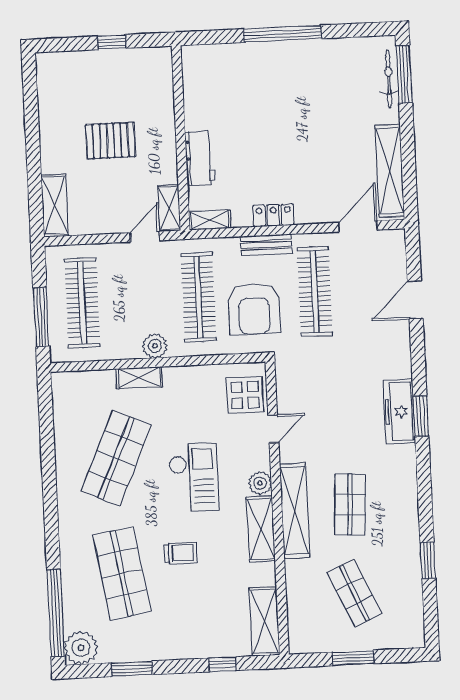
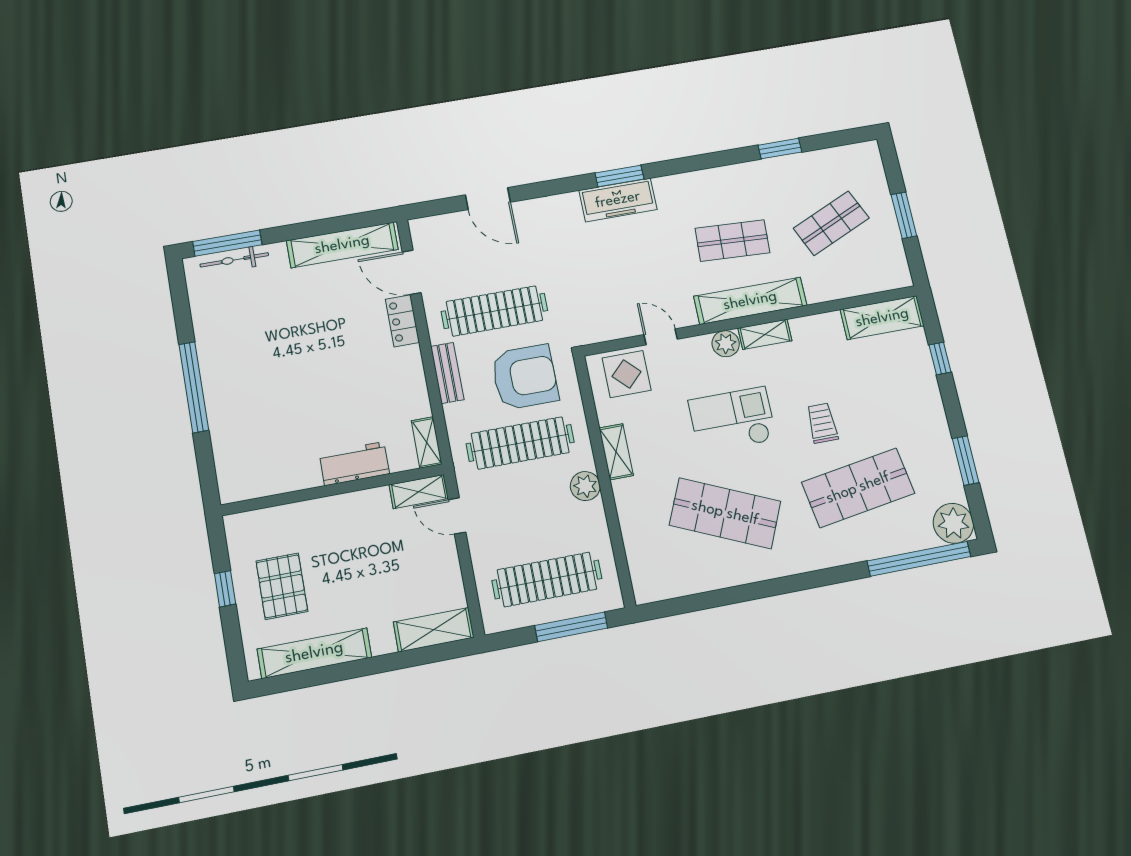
shelving: (50, 108) -> (314, 653), added
pallet: (111, 141) -> (282, 586), moved
locker: (273, 215) -> (402, 321), moved
shelving: (139, 378) -> (616, 452), moved
shelving: (261, 529) -> (765, 334), width x0.67, depth x0.75

